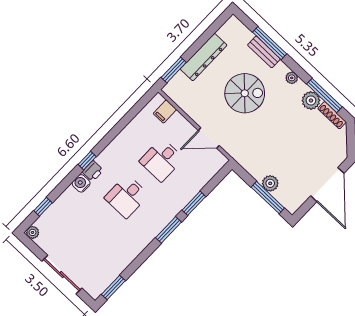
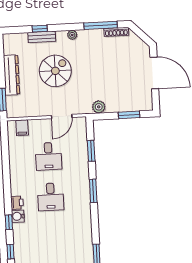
window: (270, 43) -> (40, 29), width x0.46
plant: (311, 100) -> (96, 36), removed
window: (87, 161) -> (9, 222), moved
plant: (270, 183) -> (99, 107), moved
window: (268, 198) -> (129, 115), width x0.69
window: (194, 203) -> (91, 151), moved

